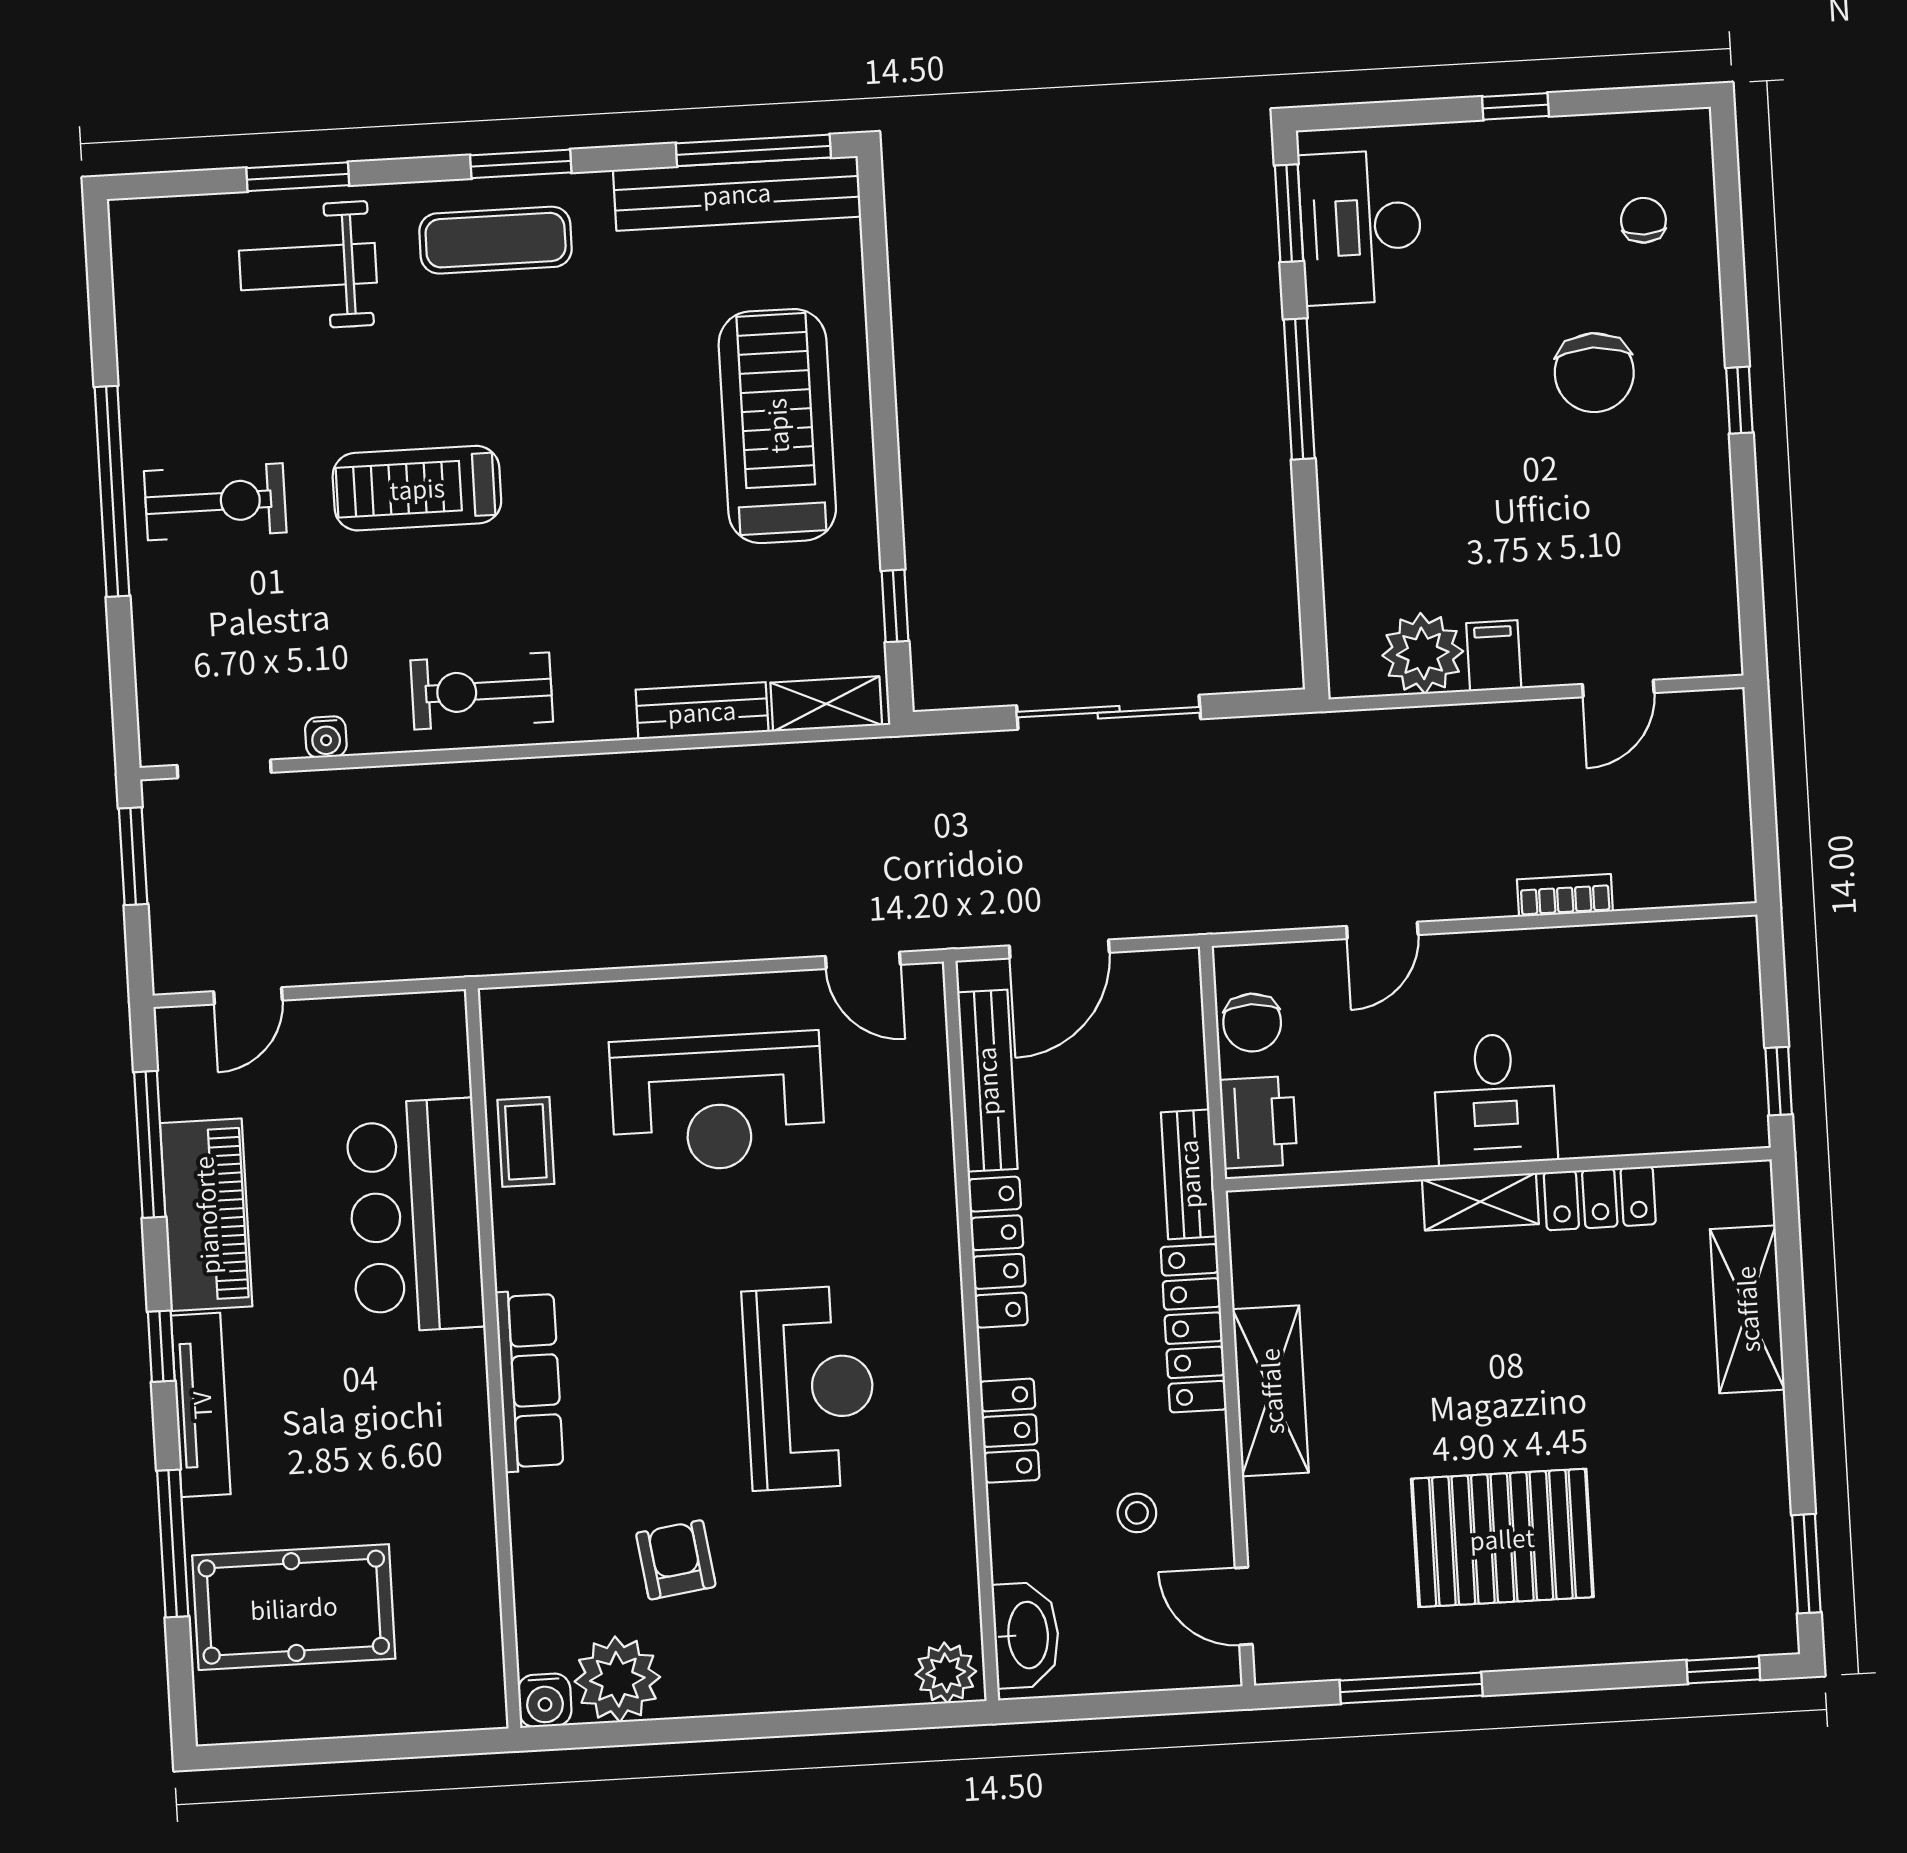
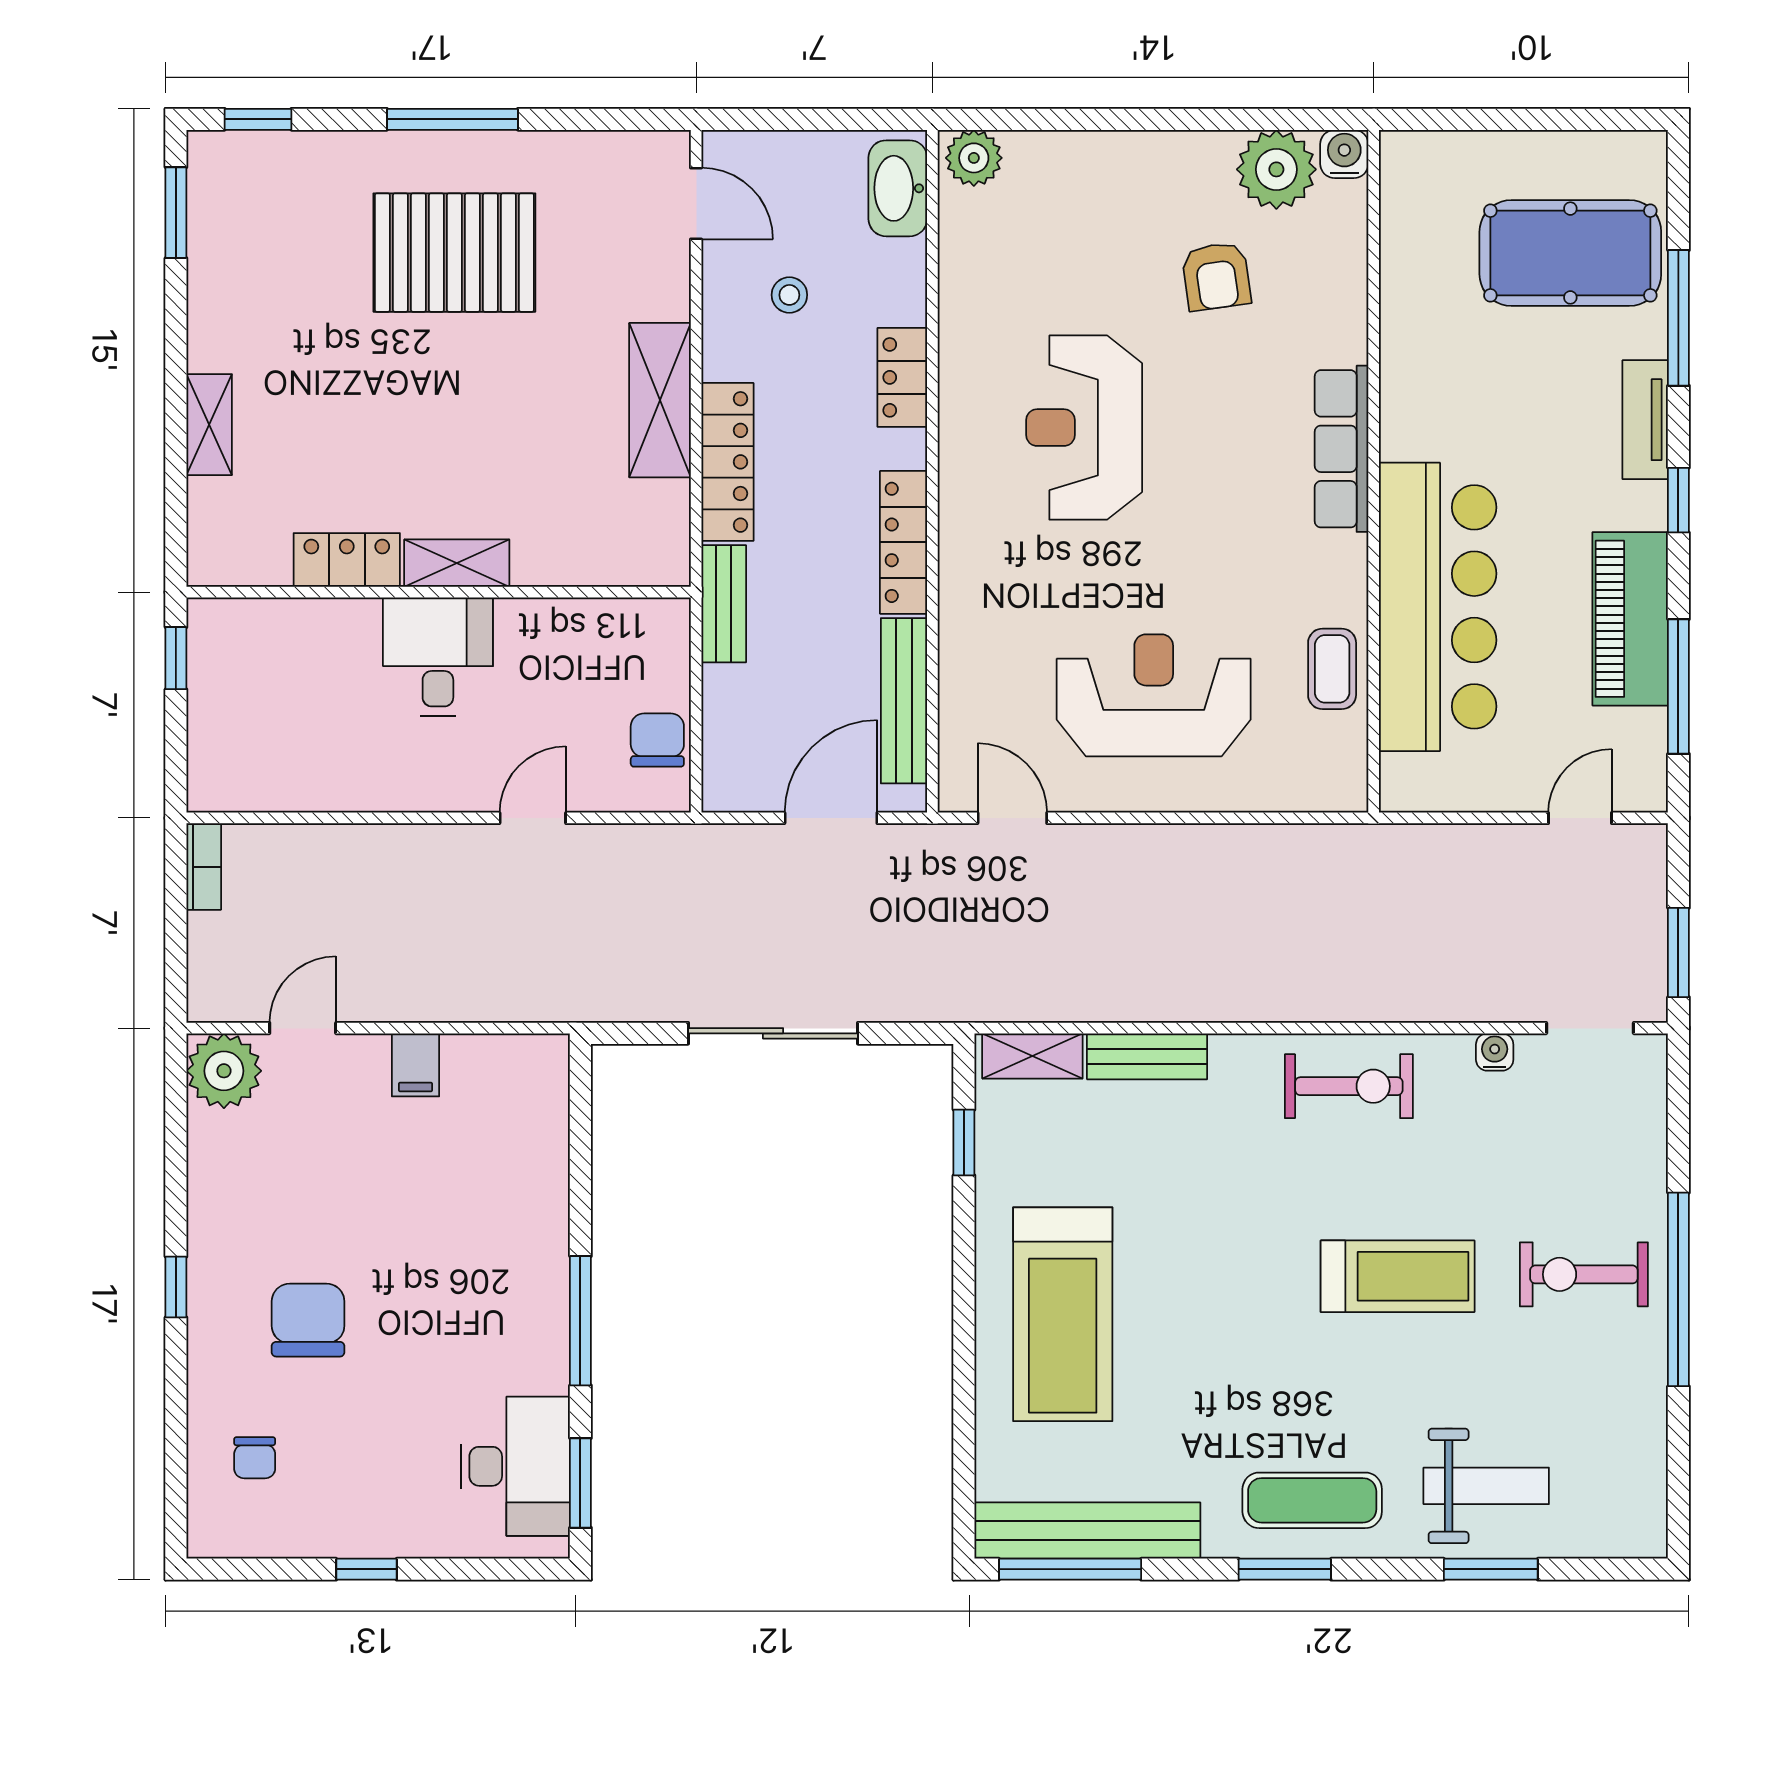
plant: (1423, 653) -> (224, 1071), moved
bookcase: (1565, 895) -> (204, 867), moved, turned -90
printer: (1258, 1122) -> (657, 648), removed
bar counter: (415, 1216) -> (1438, 607), width x1.36
shelving: (1747, 1309) -> (209, 425), width x0.67, depth x0.75
tv unit: (201, 1405) -> (1645, 420), width x0.71
window: (1411, 1688) -> (452, 119), moved

